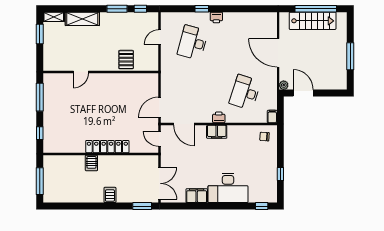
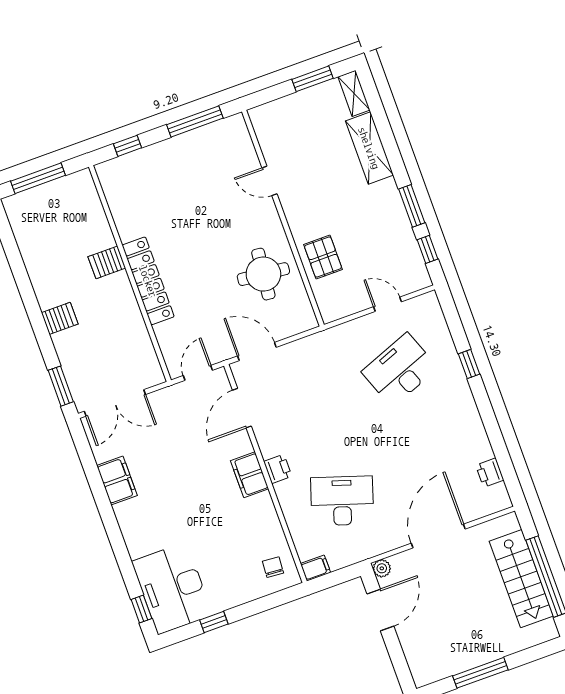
printer: (216, 18) -> (490, 473), moved
desk: (193, 43) -> (400, 370), turned -36
pallet: (126, 60) -> (323, 257), turned 90
round table: (124, 91) -> (263, 274), added
desk: (228, 188) -> (172, 588), moved

